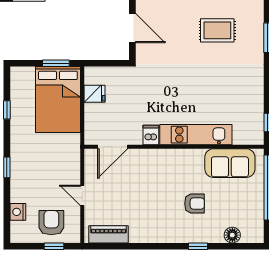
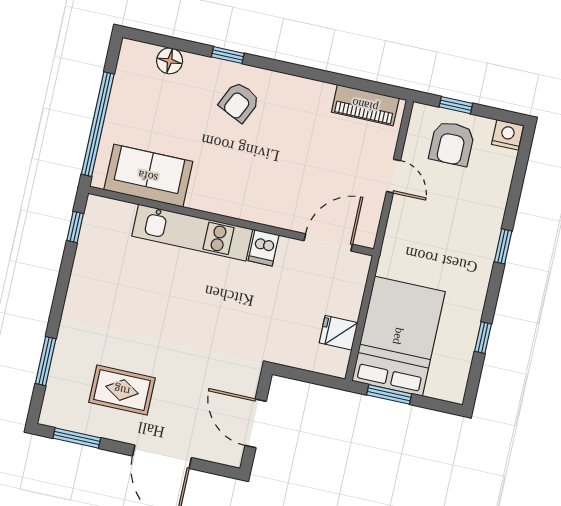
armchair: (194, 204) -> (239, 102), moved, turned -65
nightstand: (18, 212) -> (508, 135), moved, turned -90

